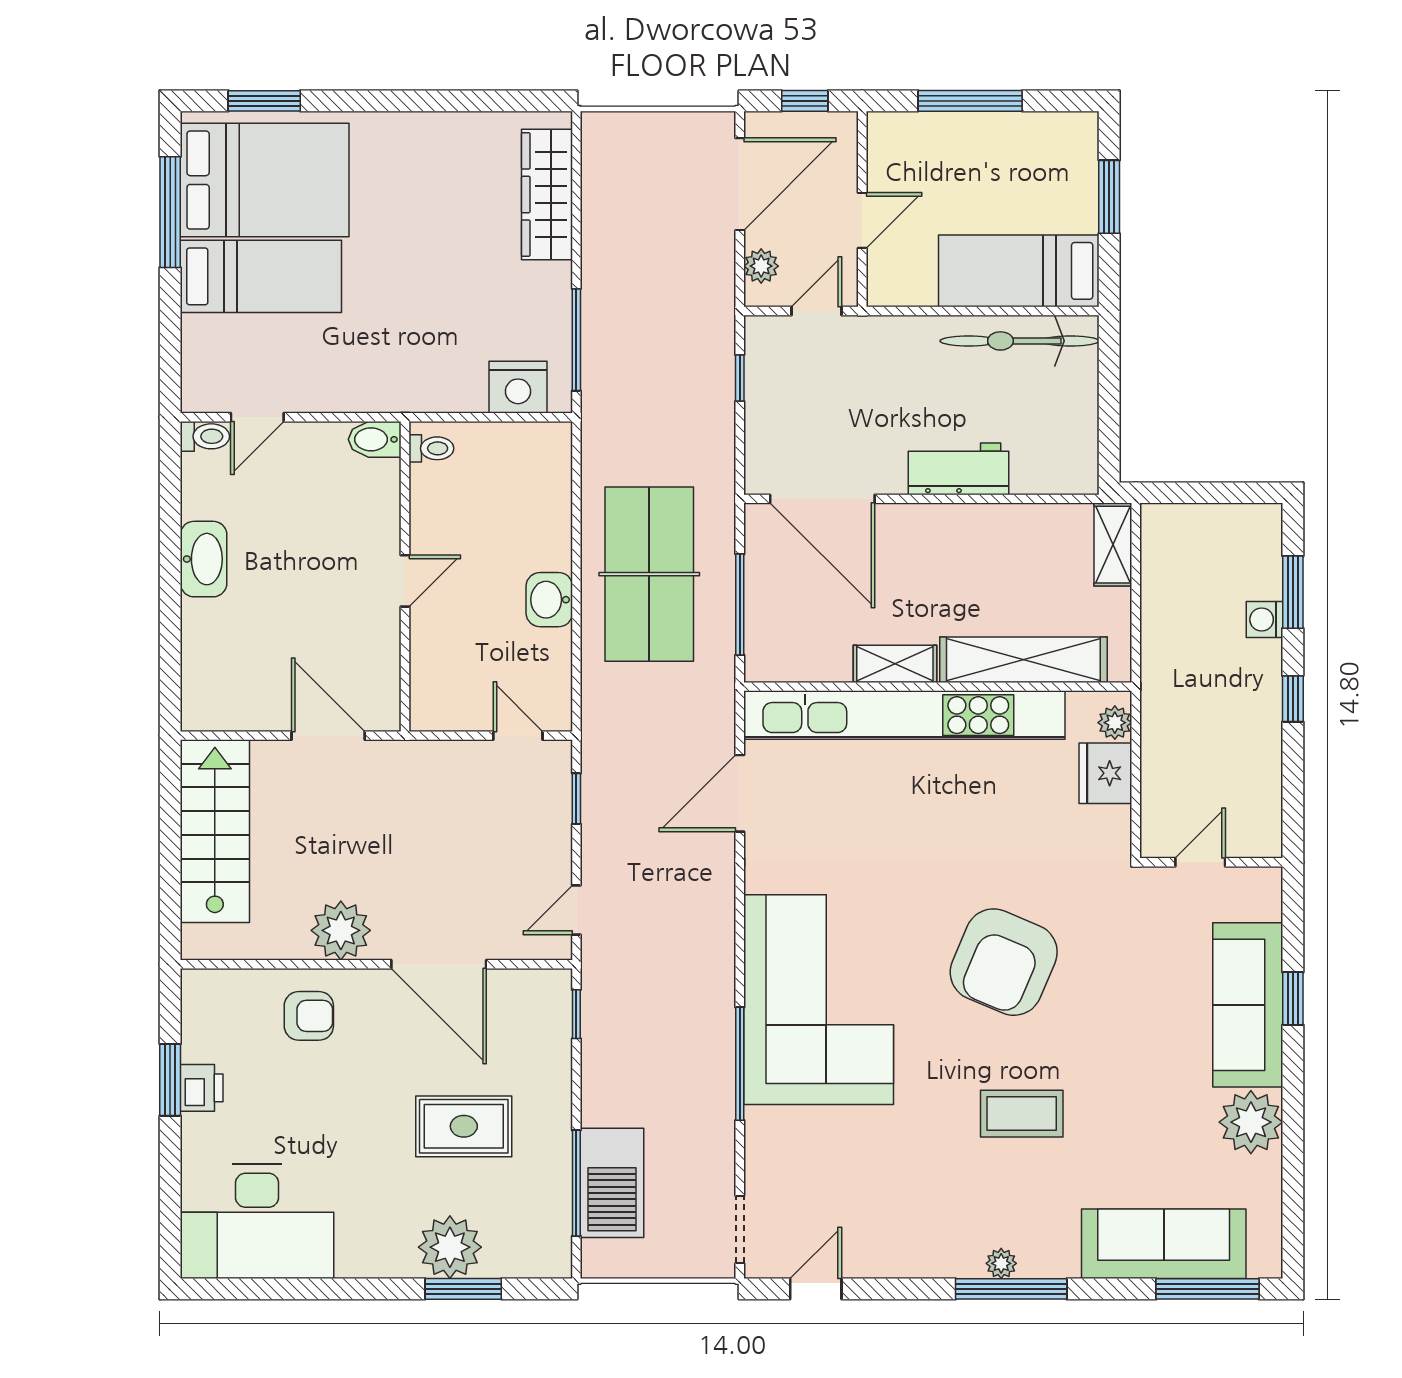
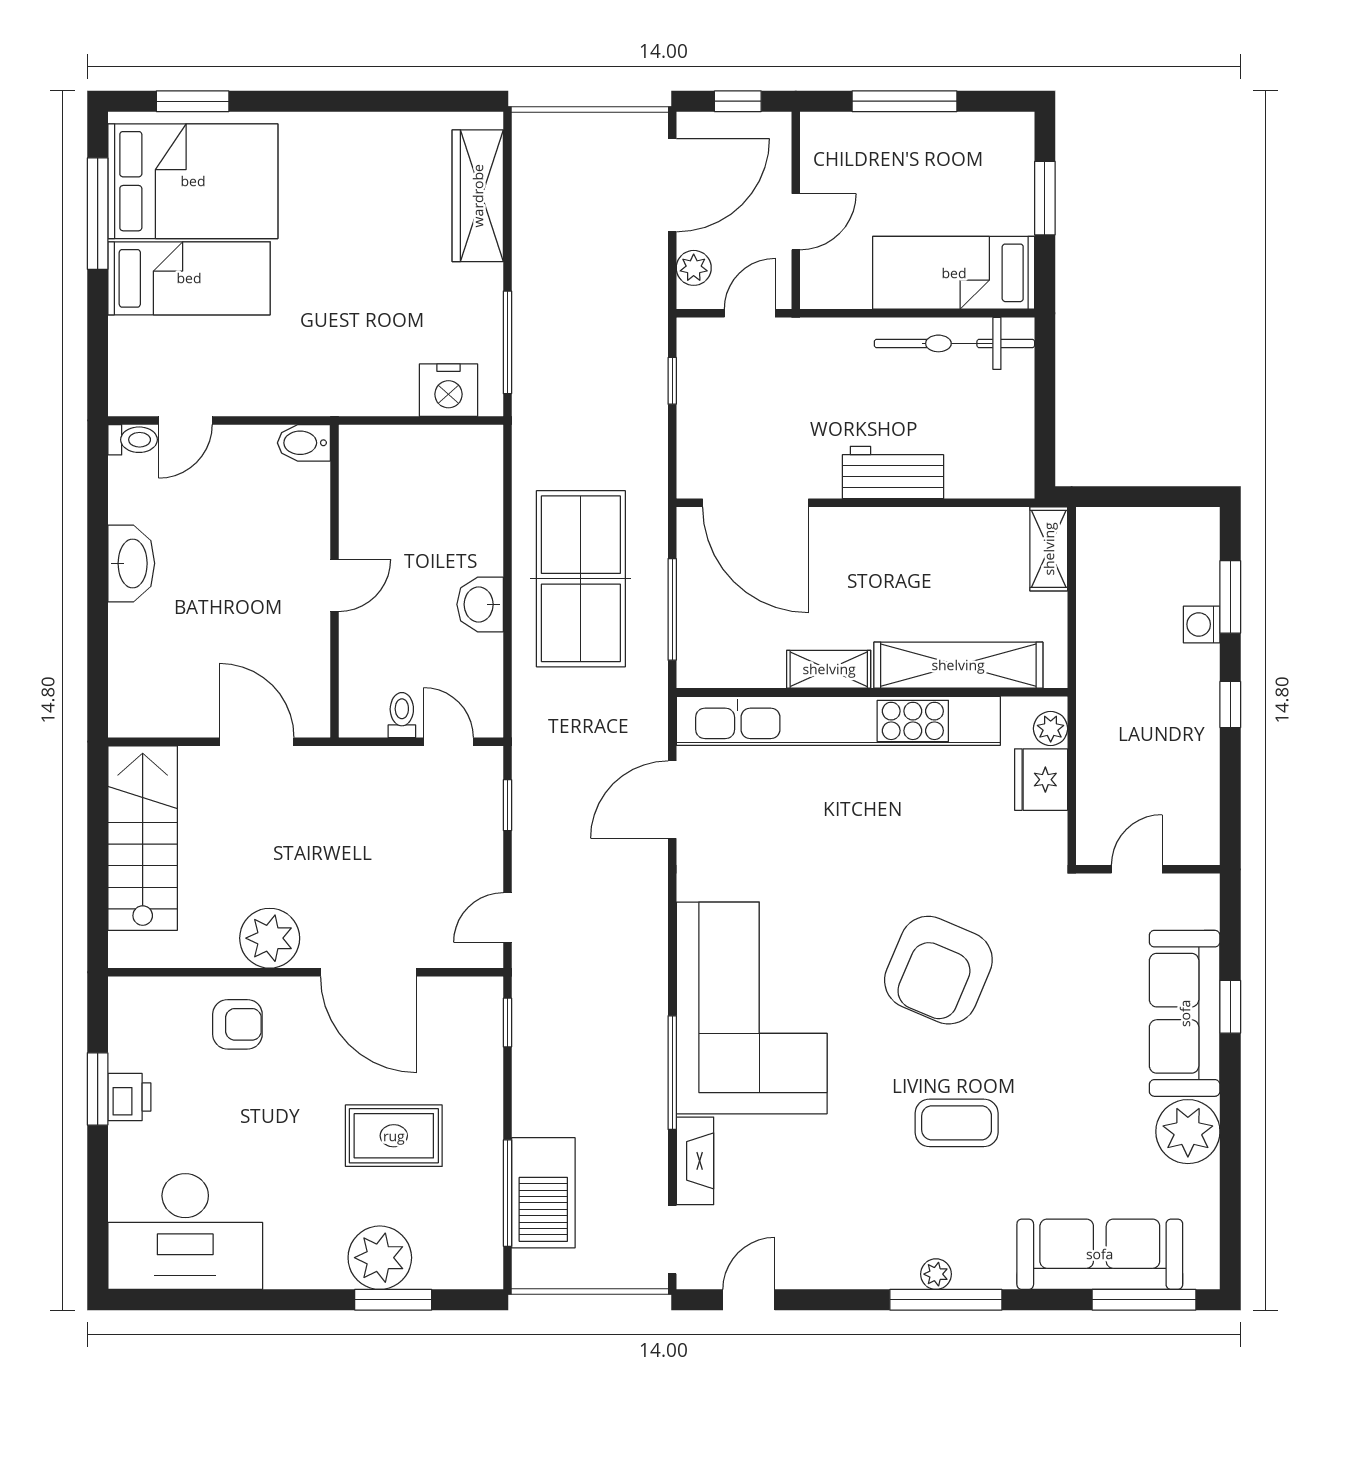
toilet: (431, 448) -> (402, 715), moved, turned -90
fireplace: (762, 1151) -> (695, 1161), added

